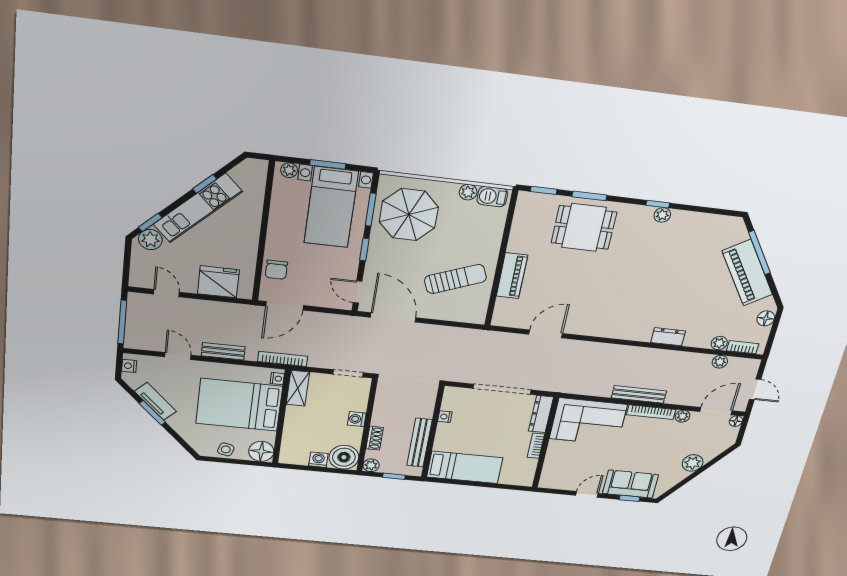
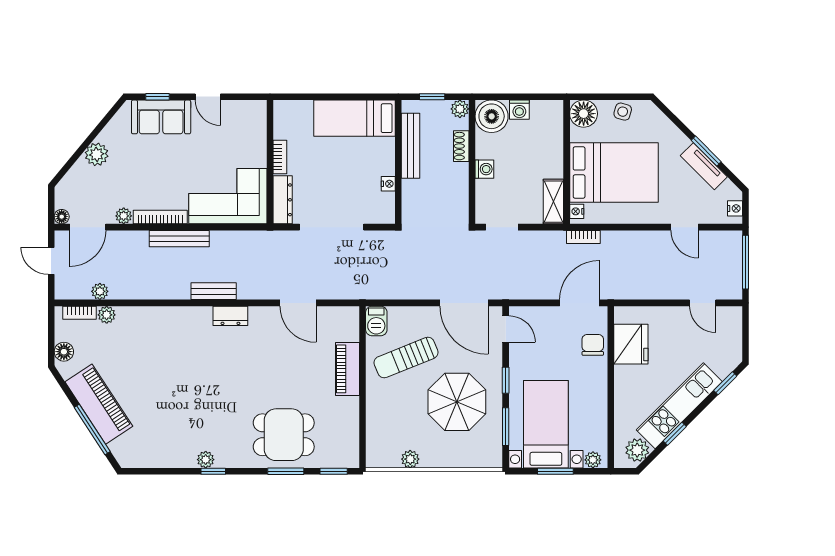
barbecue: (492, 197) -> (376, 321), moved, turned 90
parasol: (409, 215) -> (457, 402), moved
plant: (150, 240) -> (637, 450), moved
fridge: (218, 282) -> (631, 344), moved, turned -90
door: (546, 334) -> (298, 303), hinge flipped
dresser: (668, 337) -> (230, 316), moved
bench: (223, 351) -> (214, 291), moved
bookcase: (283, 359) -> (583, 237), width x0.64
door: (587, 494) -> (208, 97), hinge flipped

